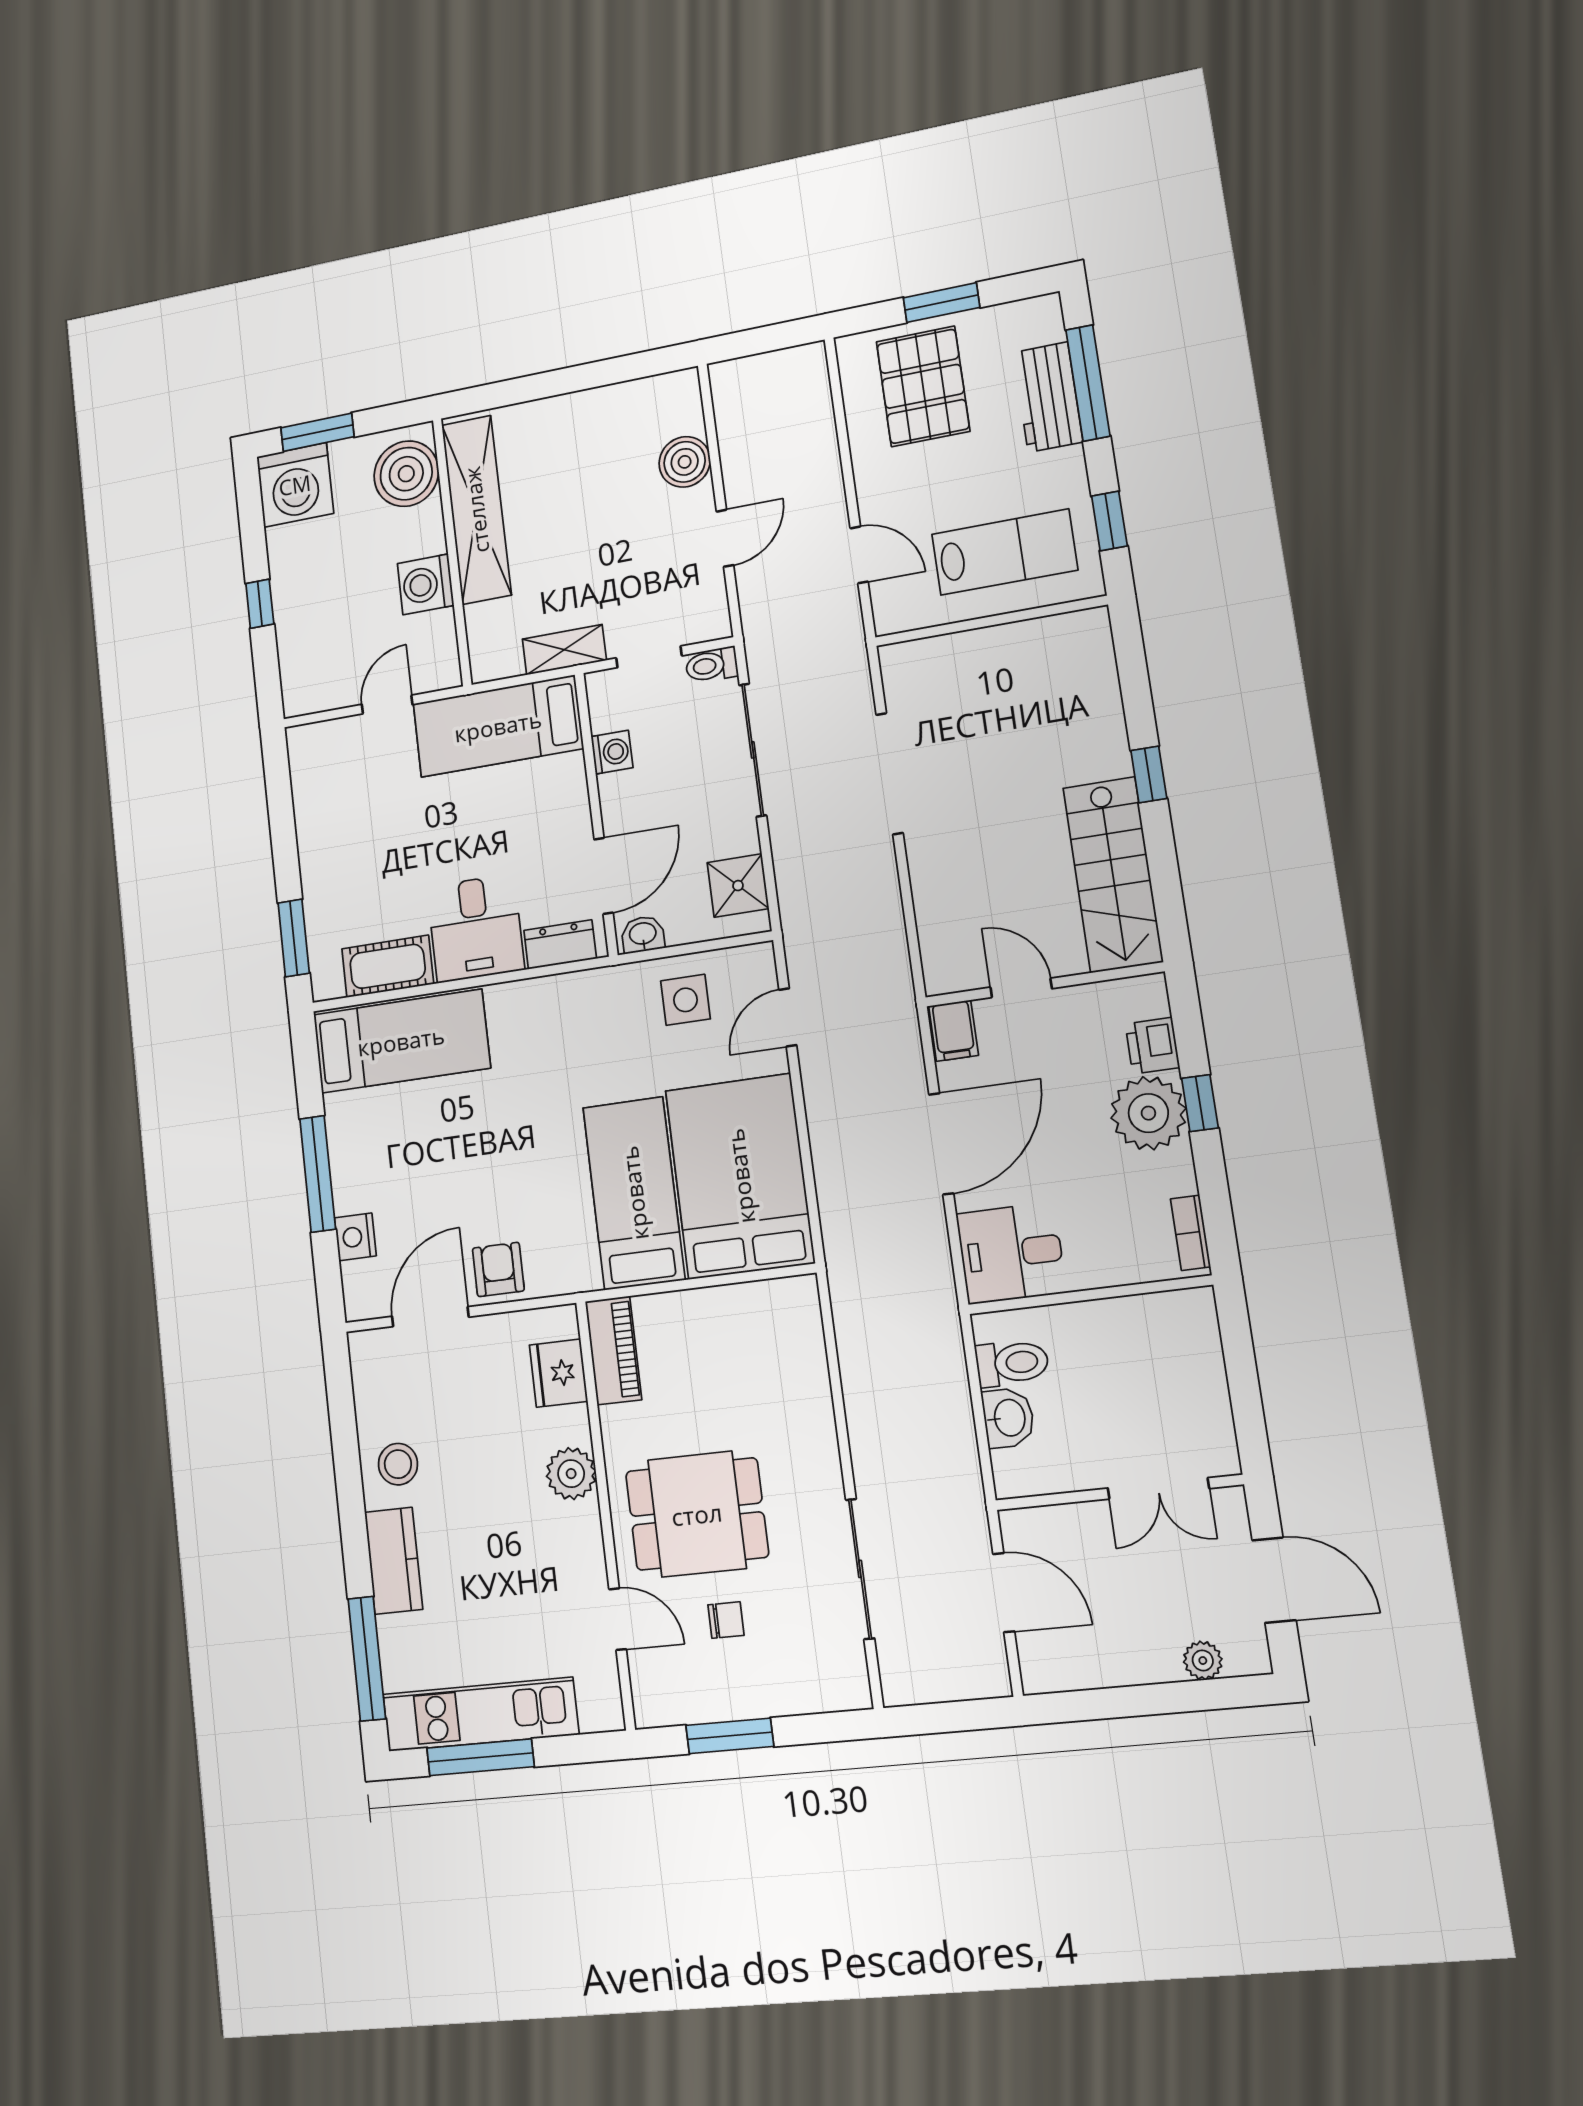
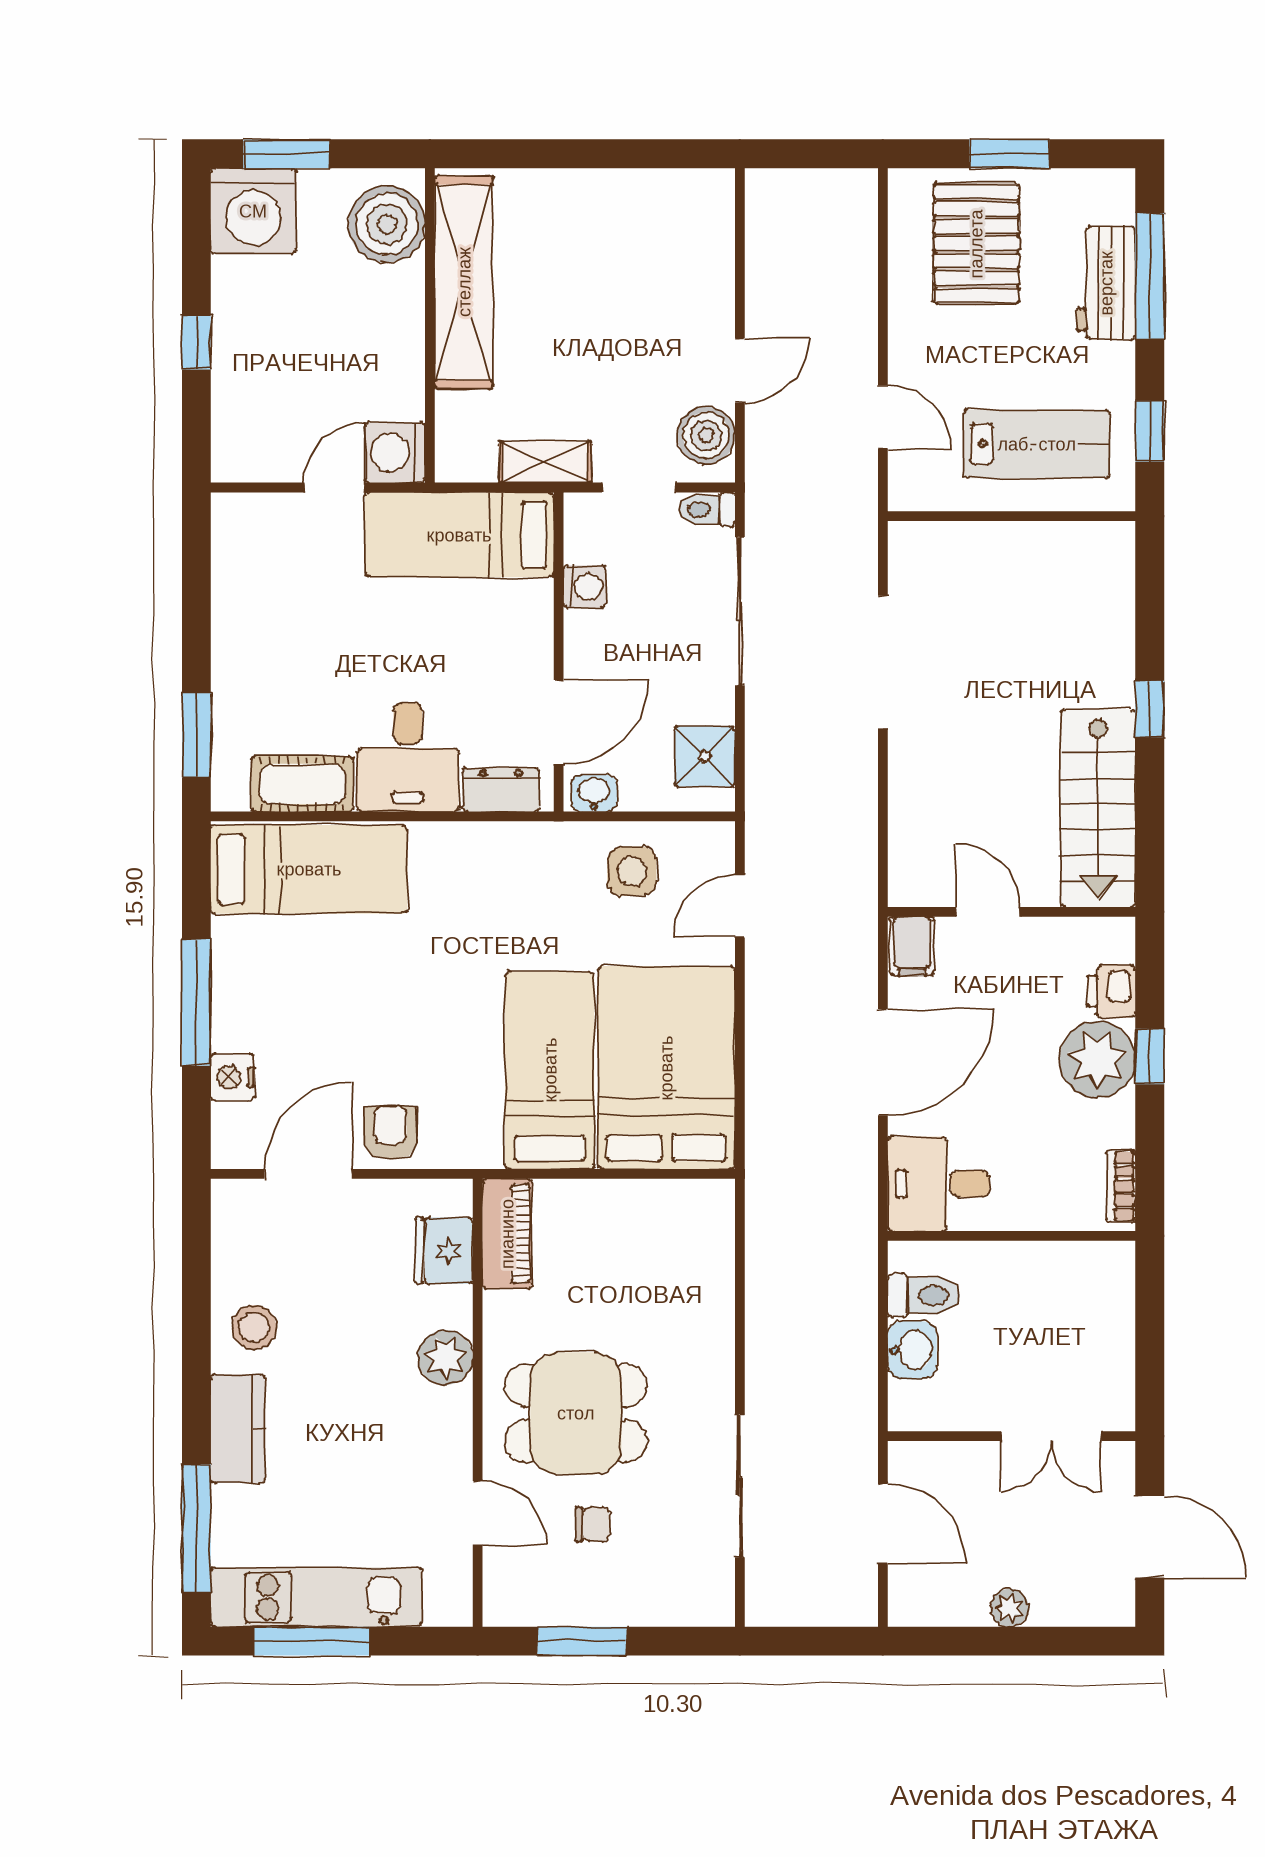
boiler: (685, 462) -> (706, 435), moved
washing machine: (426, 584) -> (395, 452), moved
plant: (1203, 1661) -> (1009, 1608), moved

